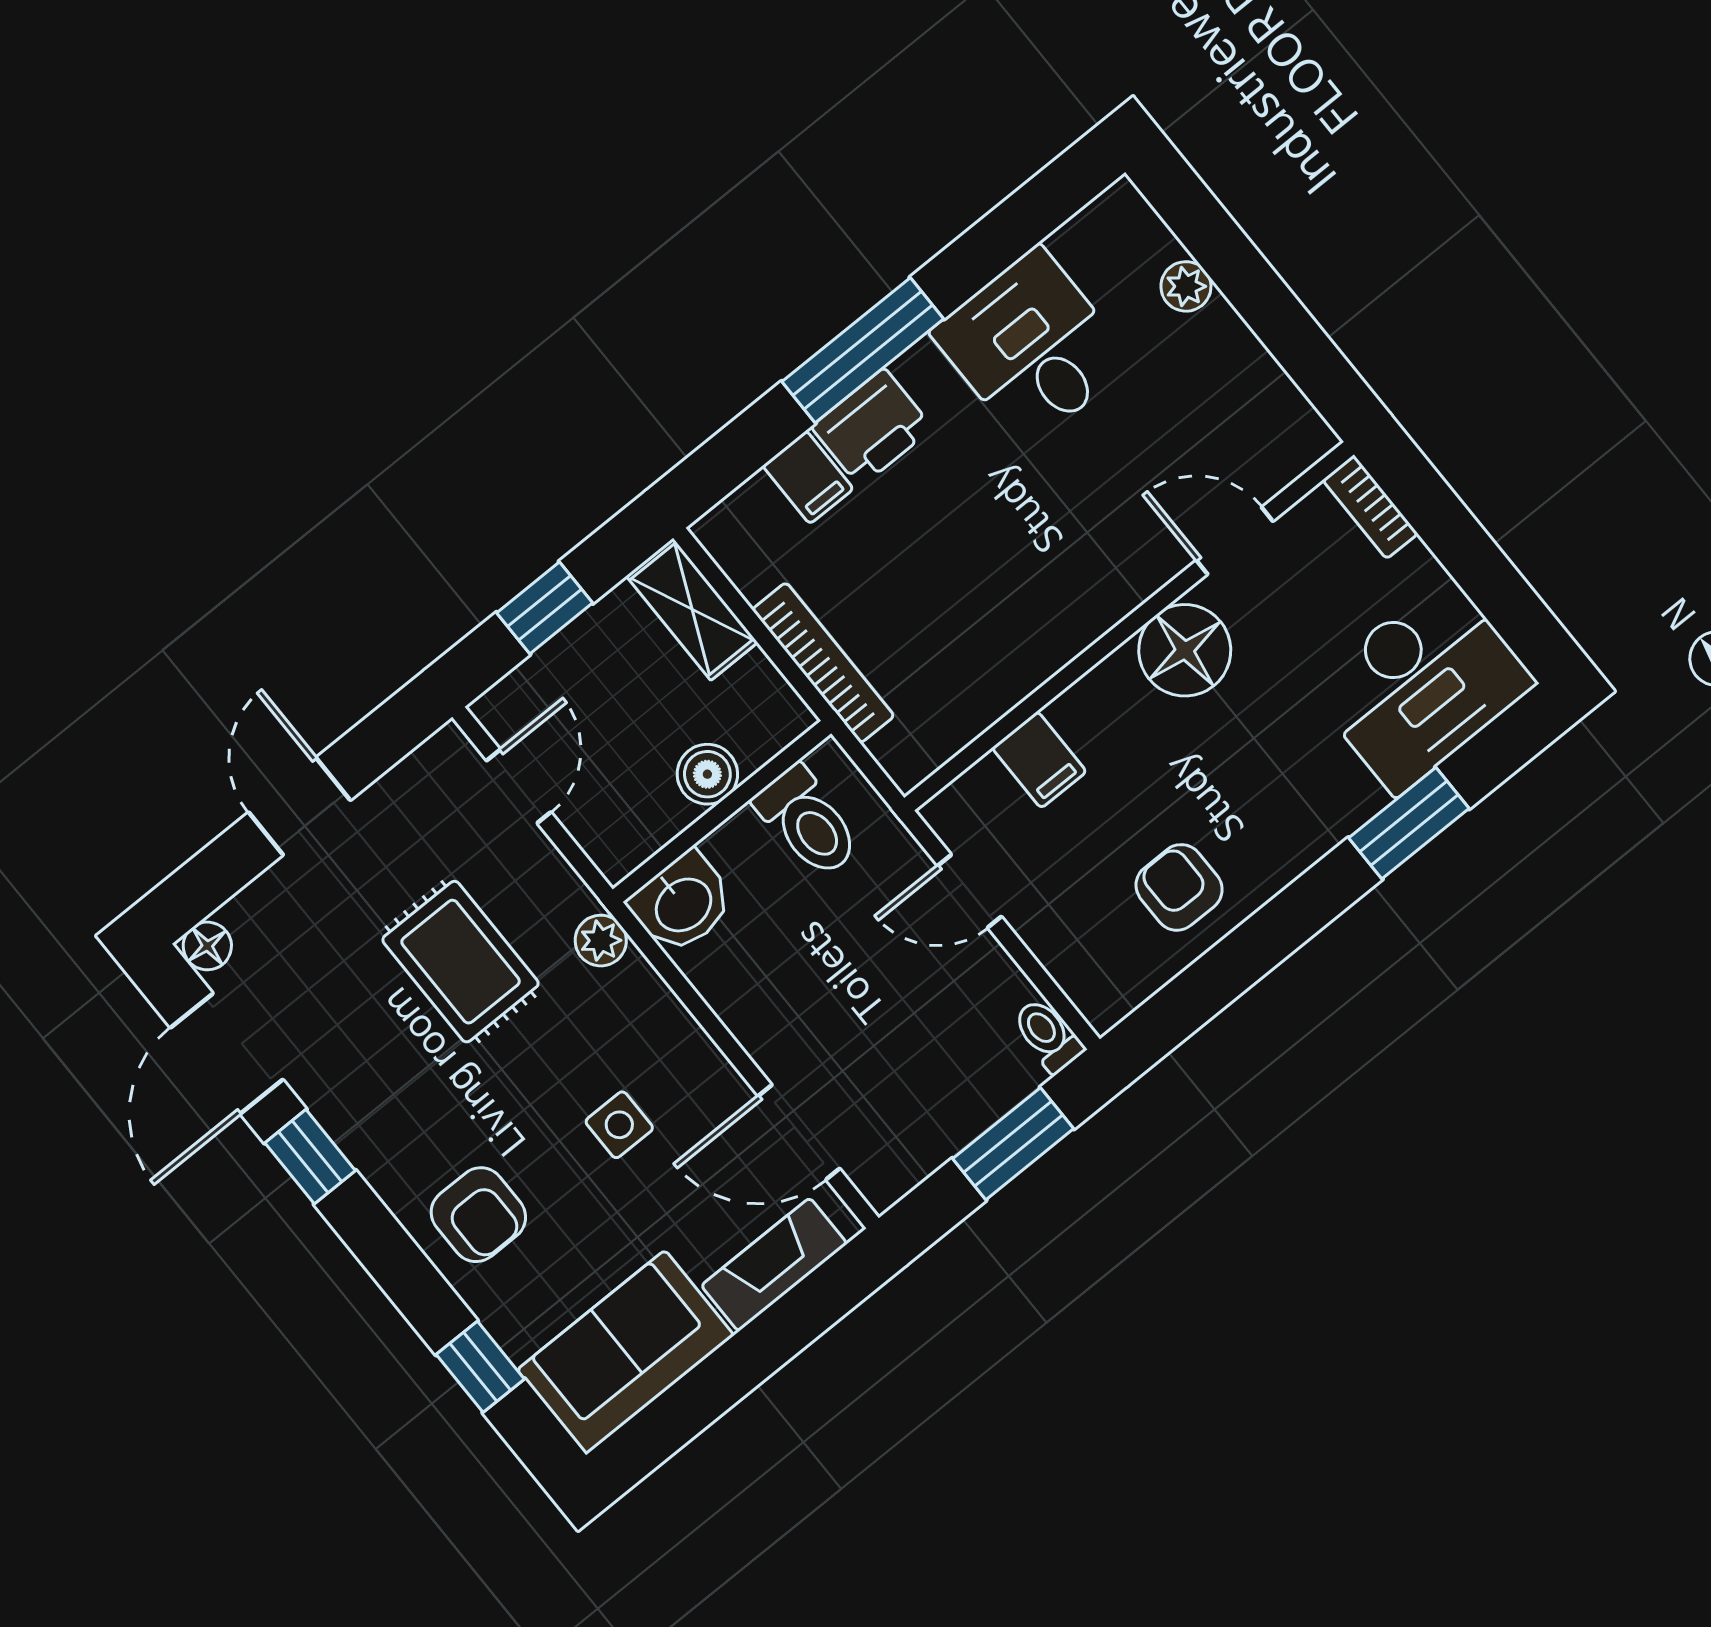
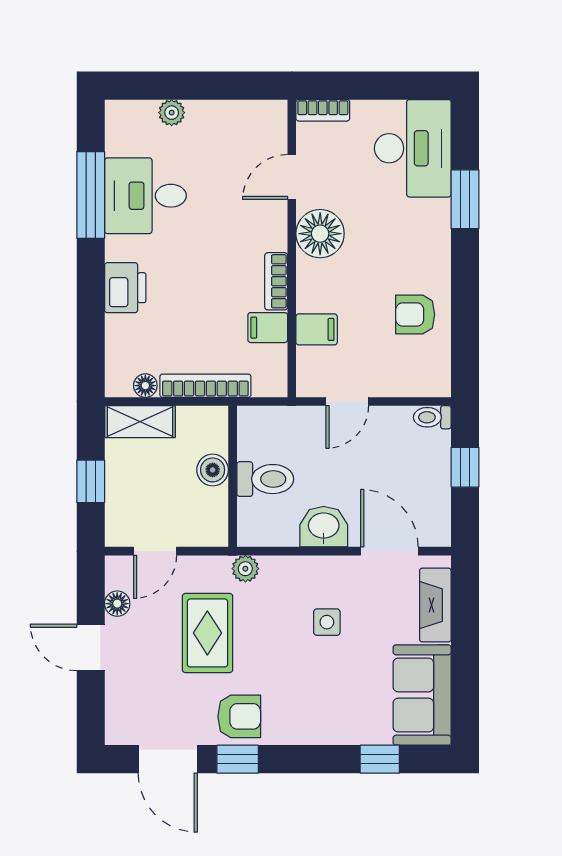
window: (863, 350) -> (91, 195), moved
filing cabinet: (808, 477) -> (268, 328), moved, turned 180
floor lamp: (752, 574) -> (145, 386), added
bookcase: (1062, 642) -> (276, 281), added
door: (519, 786) -> (155, 551), swing flipped
toilet: (808, 822) -> (265, 479), moved
washbasin: (682, 903) -> (324, 527), moved, turned -90
floor lamp: (207, 946) -> (117, 604), moved
rug: (461, 962) -> (207, 633), turned 90
door: (799, 1132) -> (389, 551), swing flipped
window: (1013, 1144) -> (465, 467), width x0.67
armchair: (478, 1215) -> (239, 716), moved

